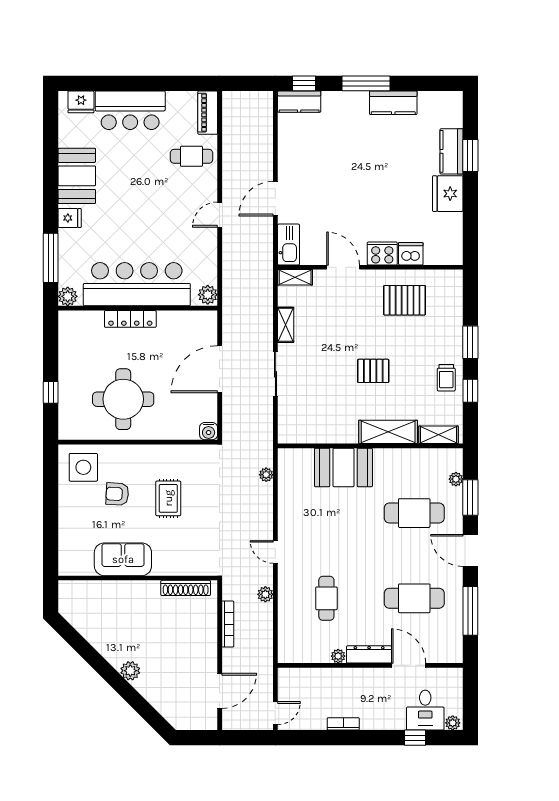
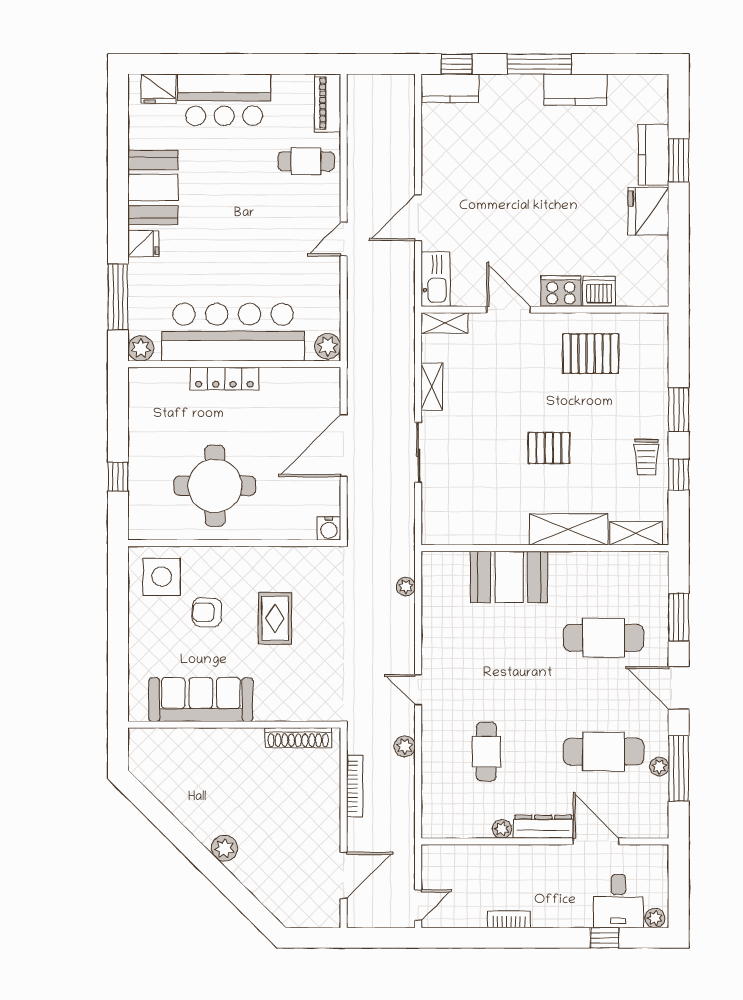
plant: (456, 479) -> (659, 767), moved
sofa: (123, 559) -> (201, 700), width x1.36

